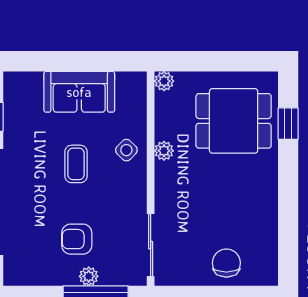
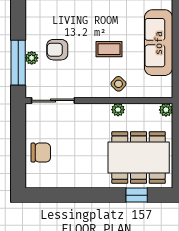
sofa: (79, 92) -> (159, 43), width x1.36
dining table: (234, 121) -> (139, 158), width x1.38
armchair: (77, 239) -> (57, 50), turned -90

